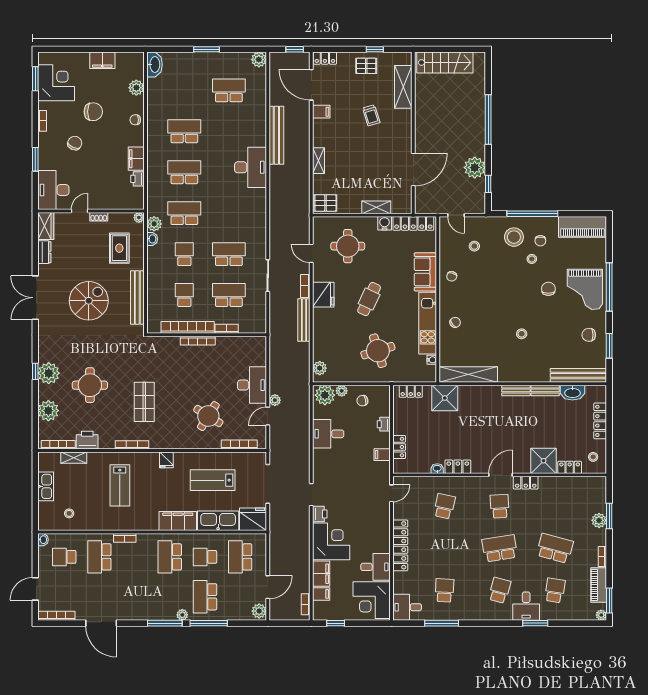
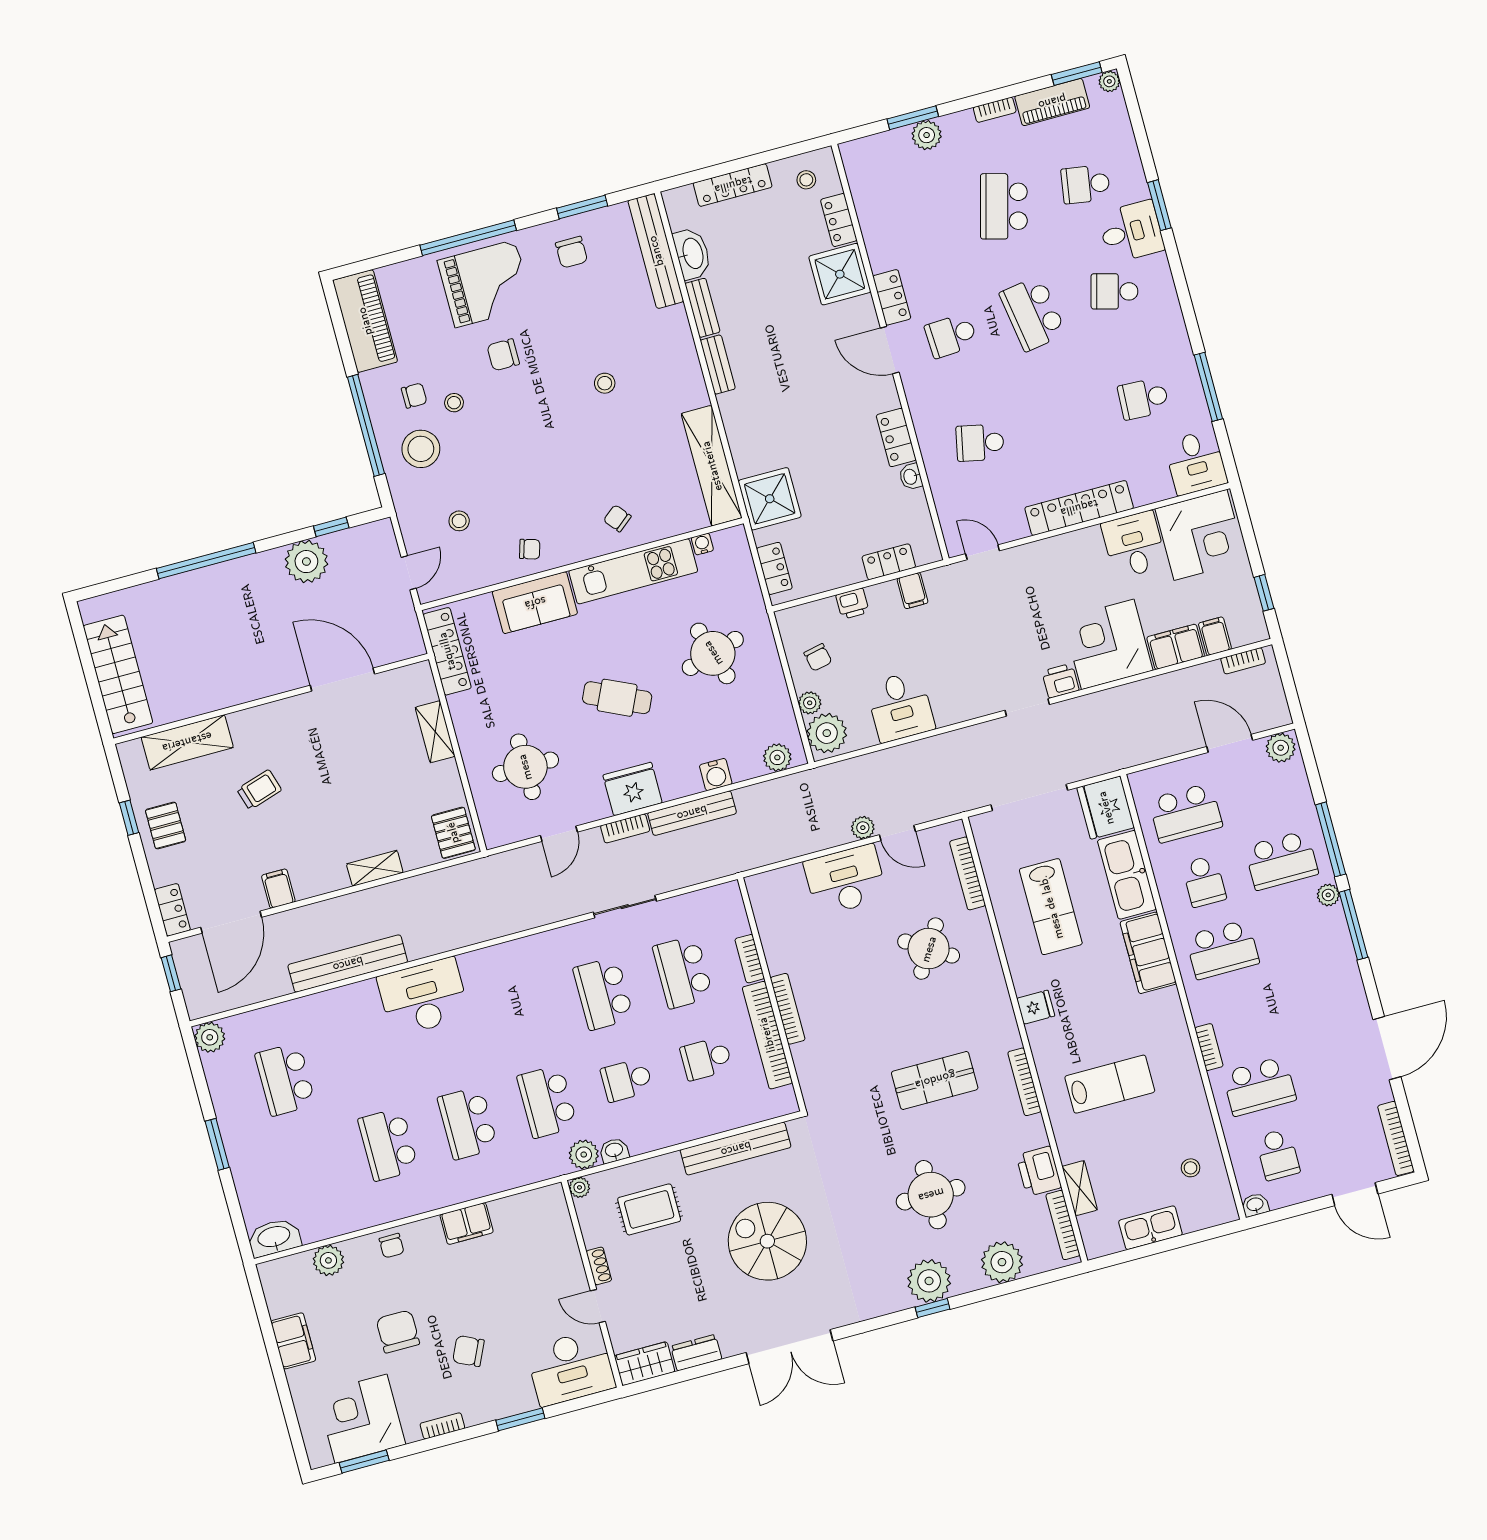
printer: (137, 179) -> (505, 1211), removed
water cooler: (385, 223) -> (716, 775), moved, turned -90

